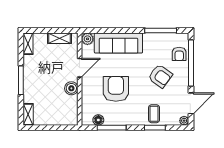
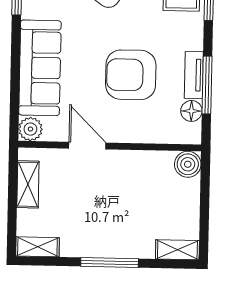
boiler: (71, 88) -> (188, 164), moved
tv unit: (116, 121) -> (194, 75), added

